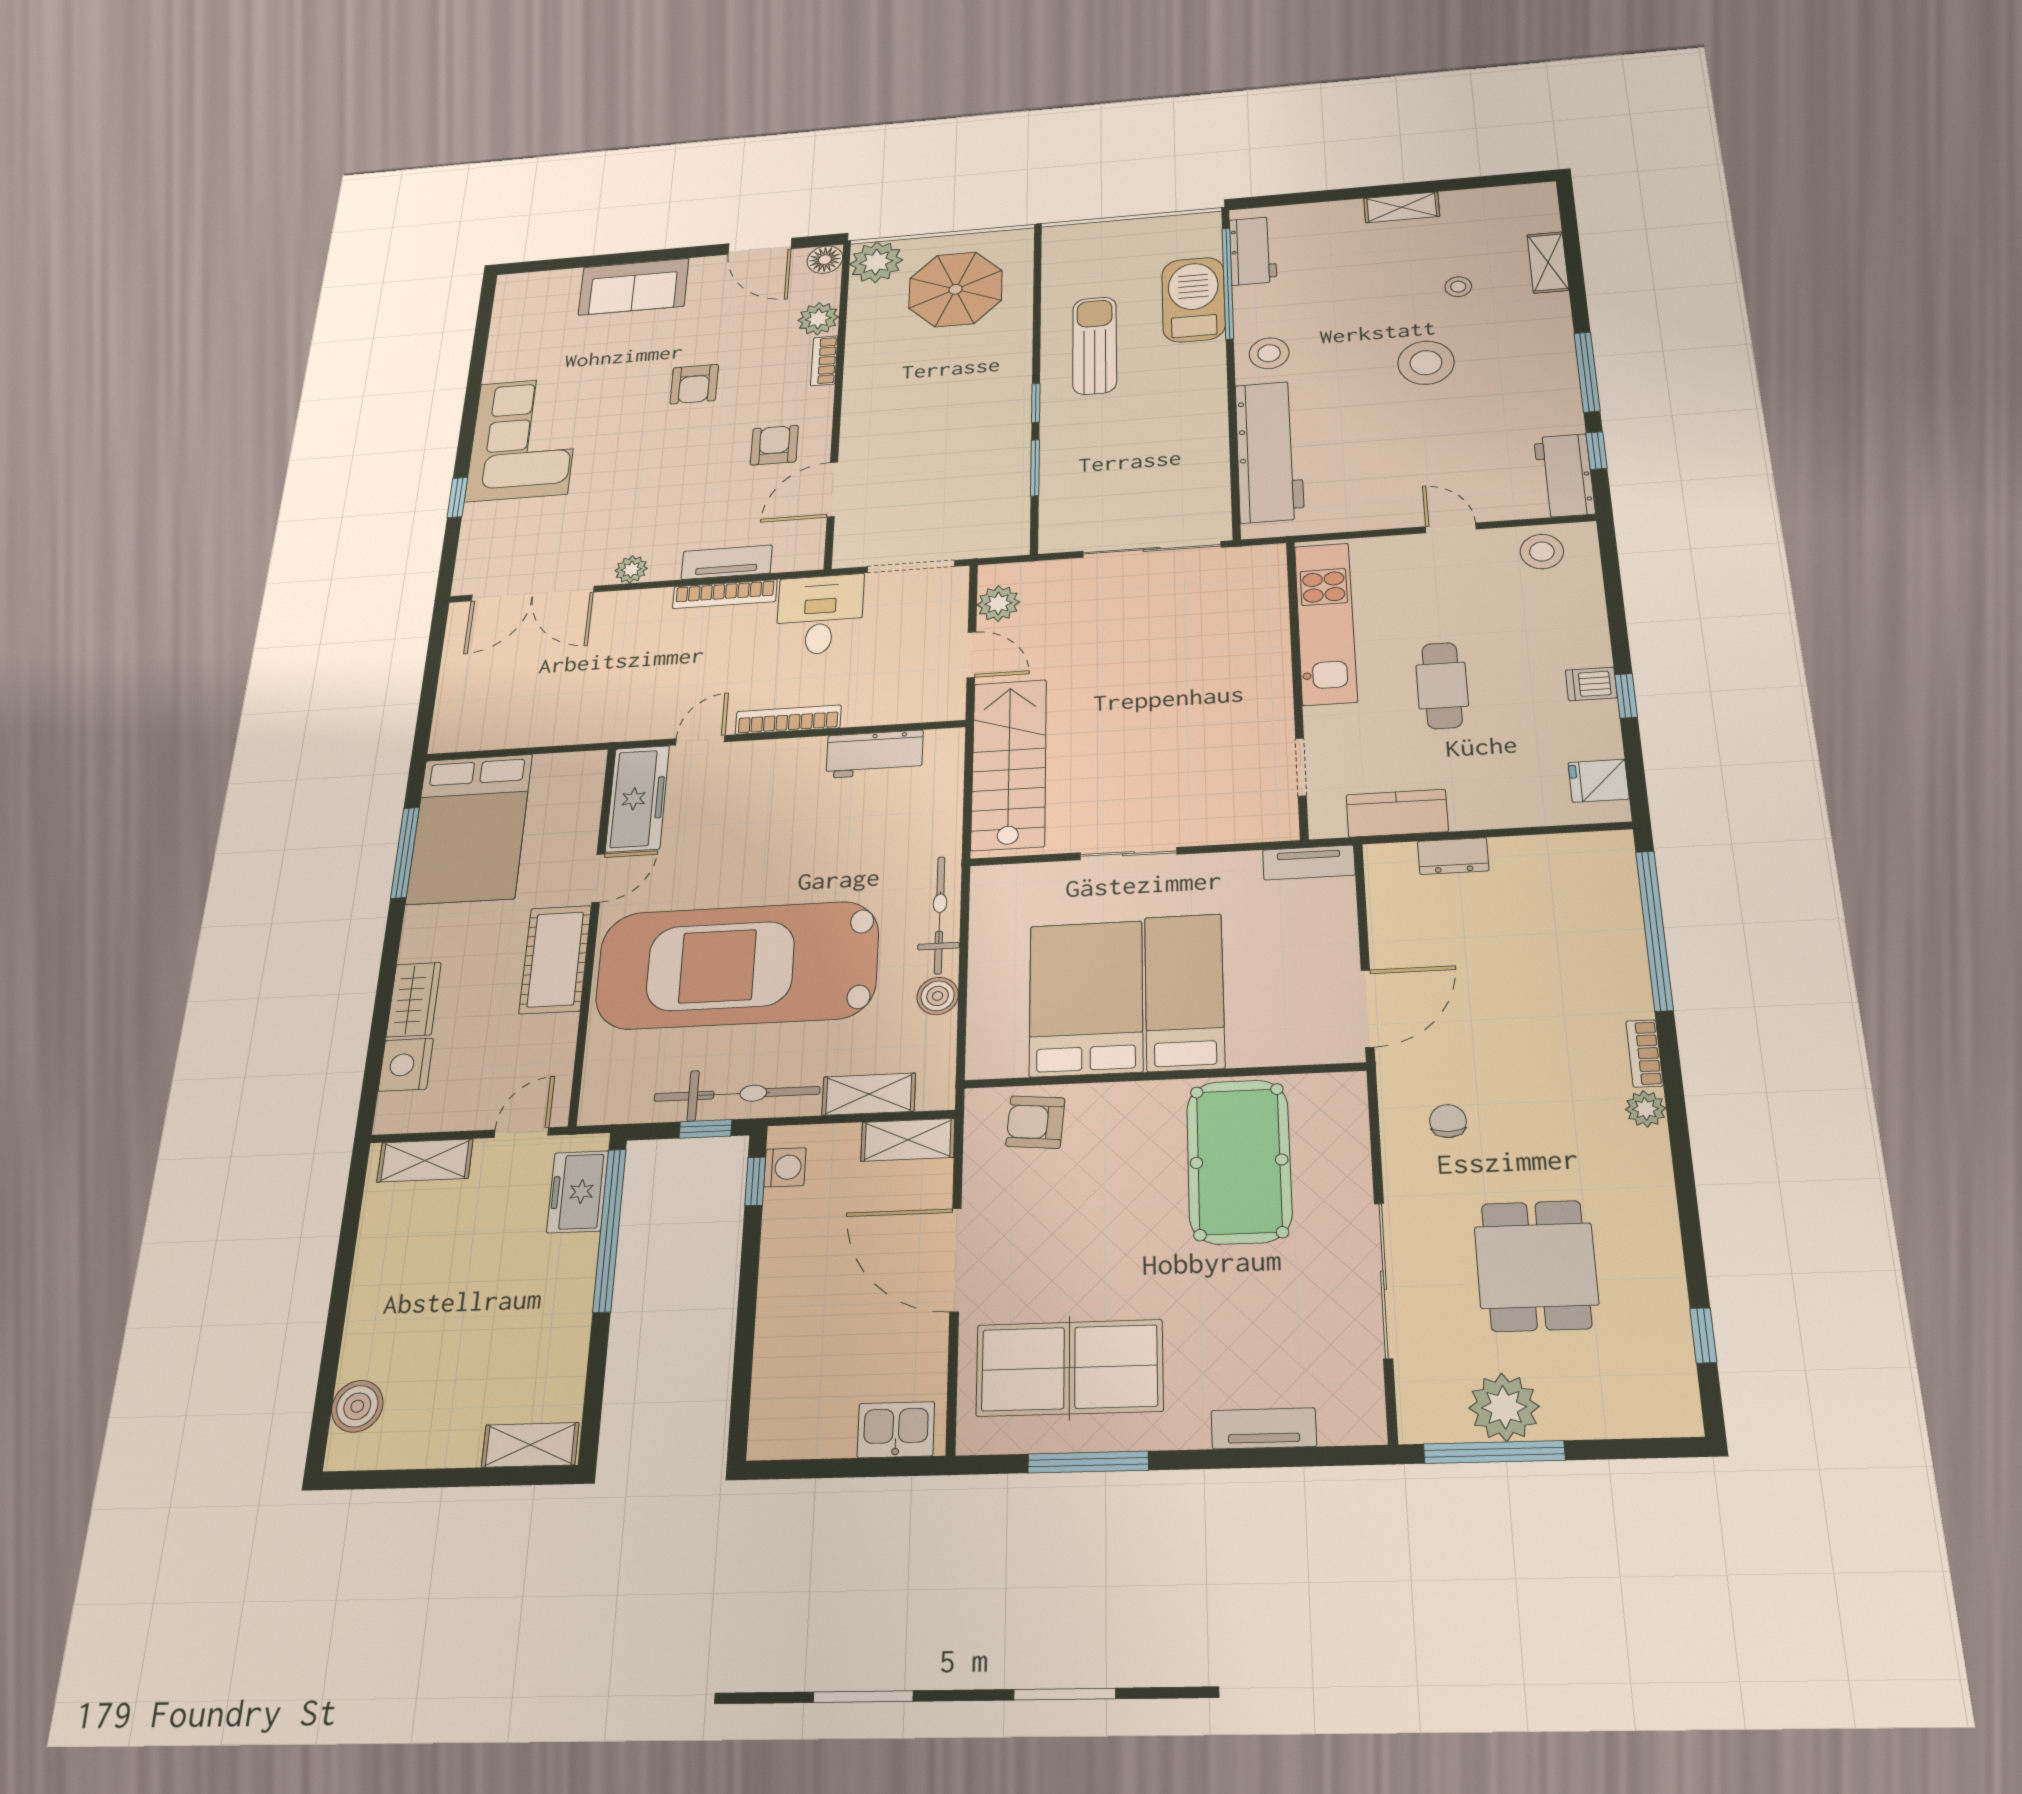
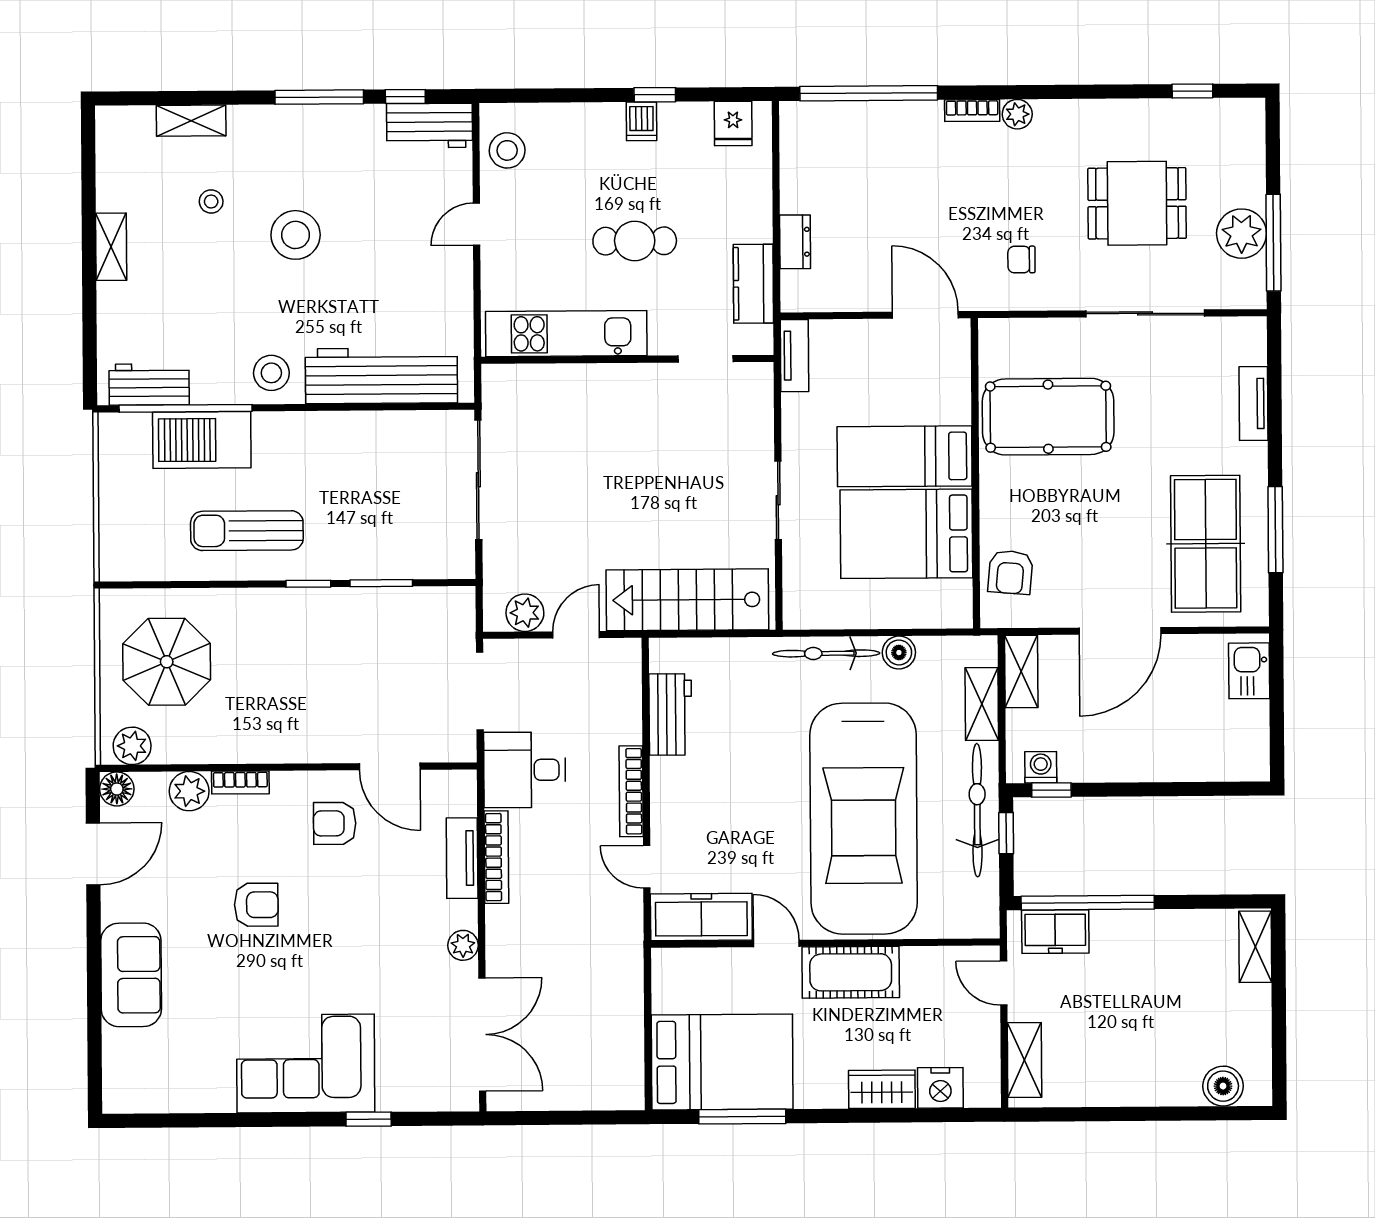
plant: (876, 262) -> (132, 746), width x0.73, depth x0.73

